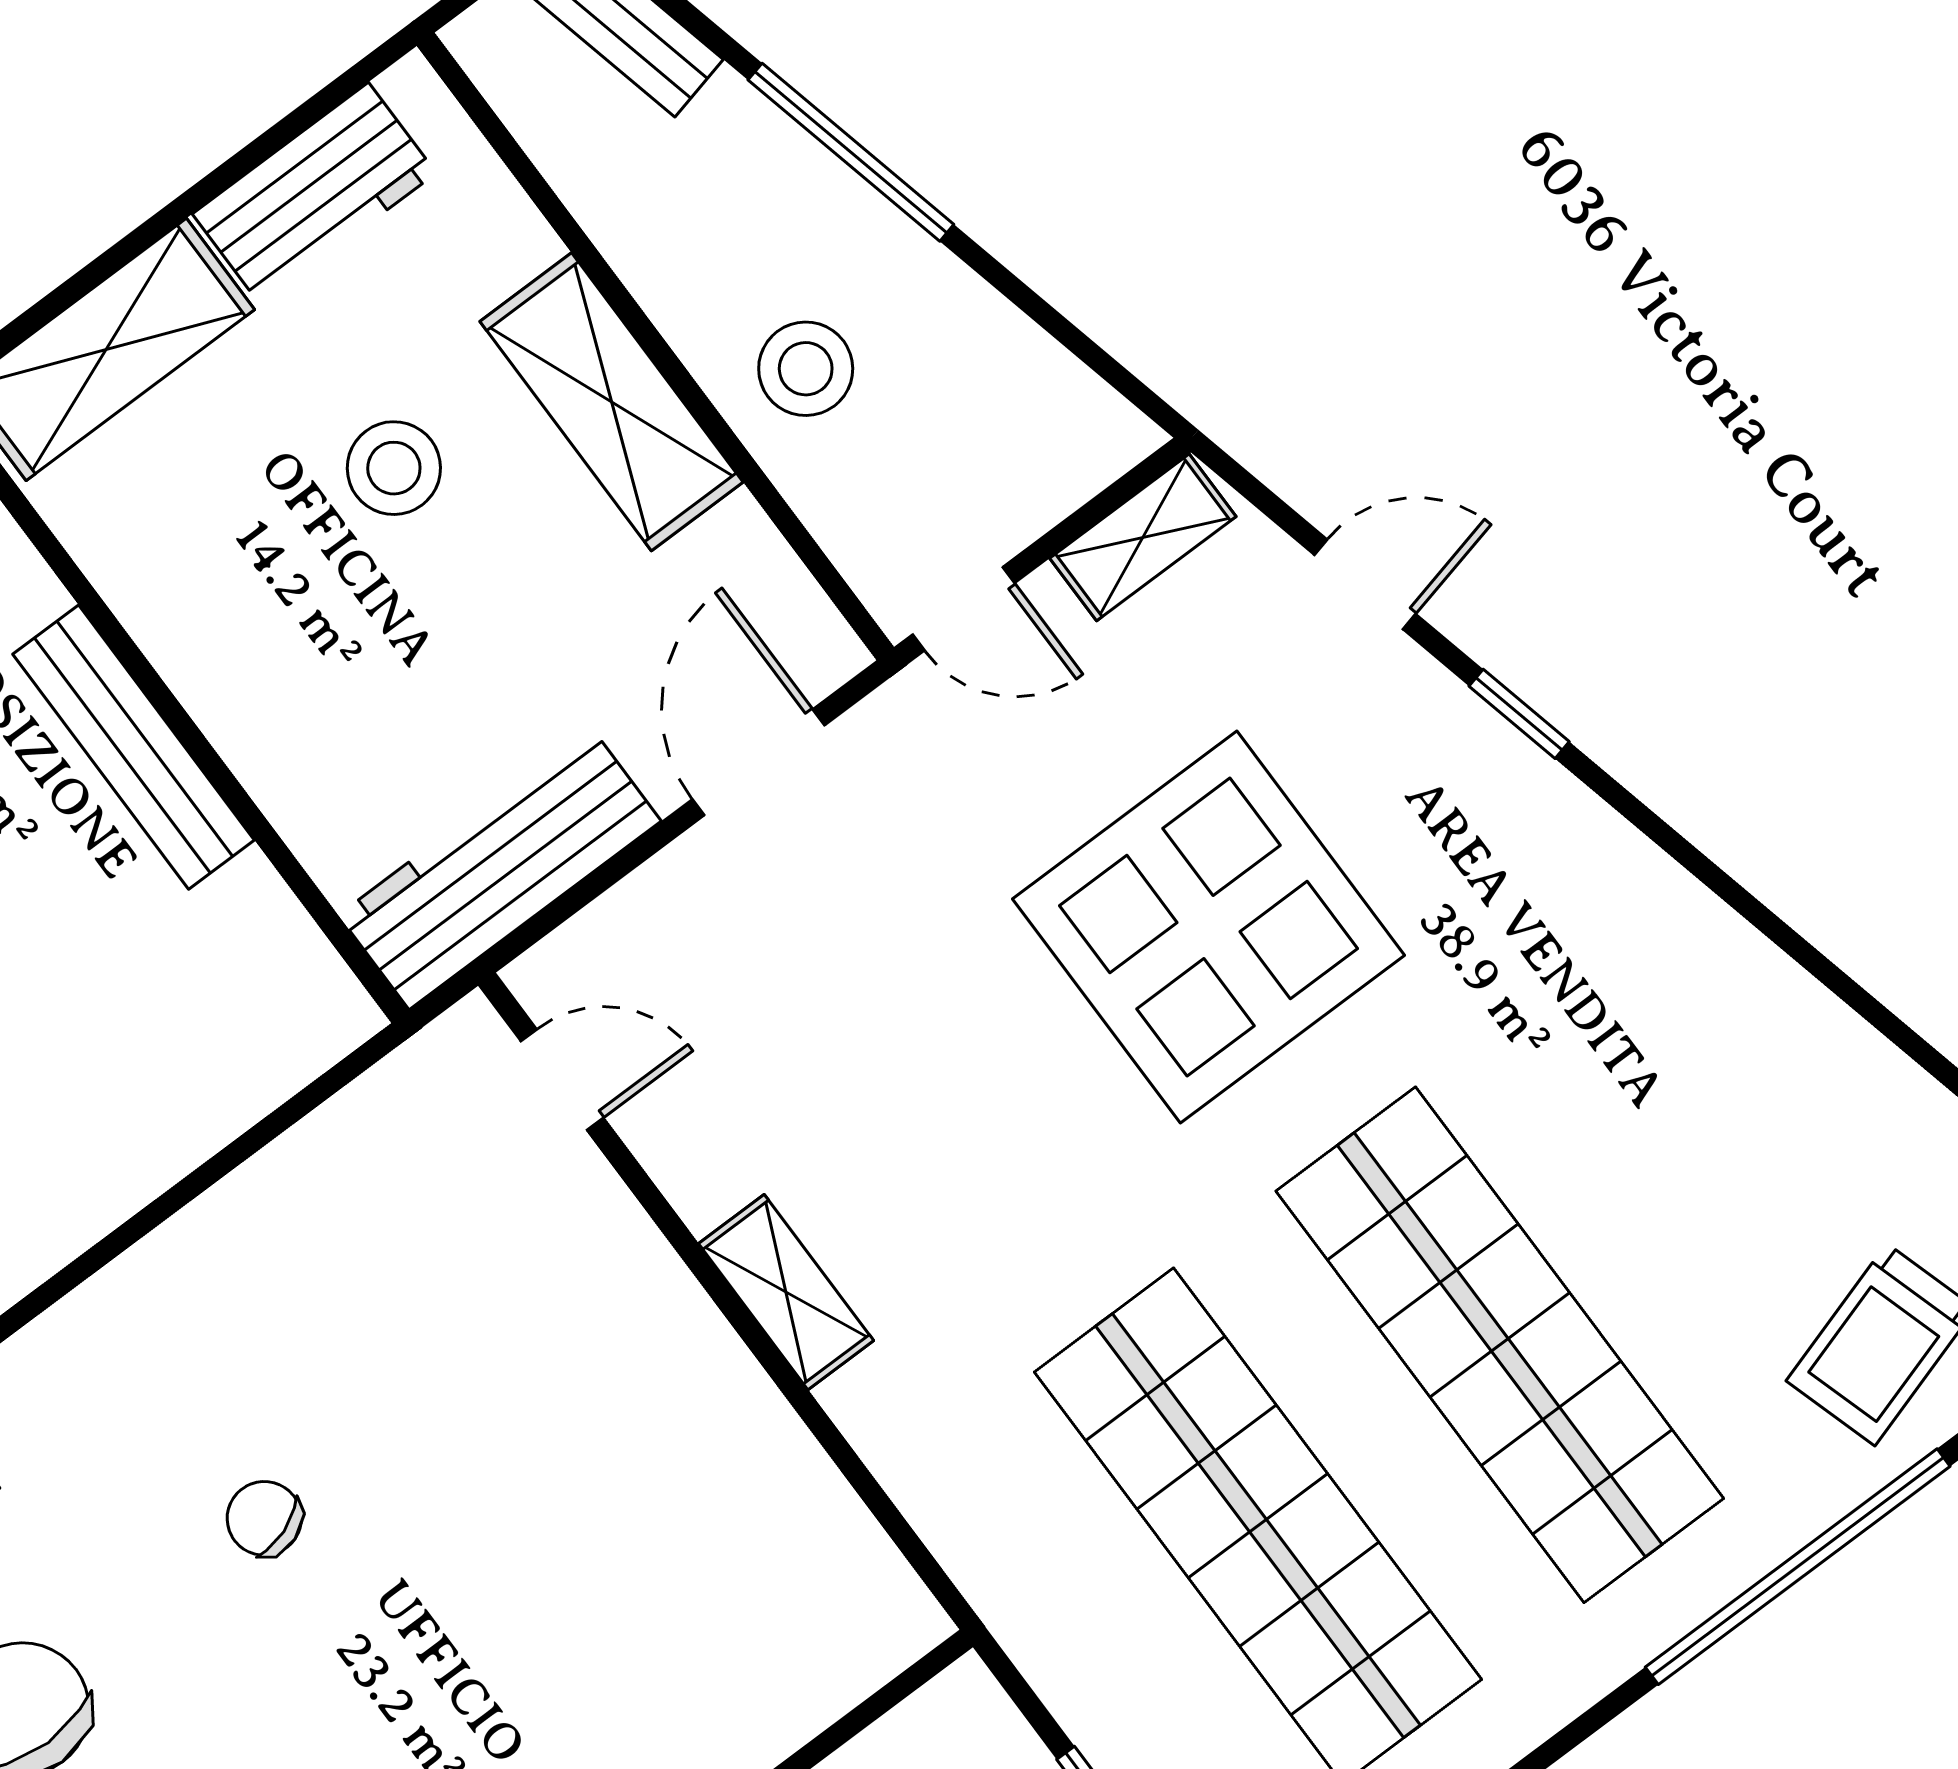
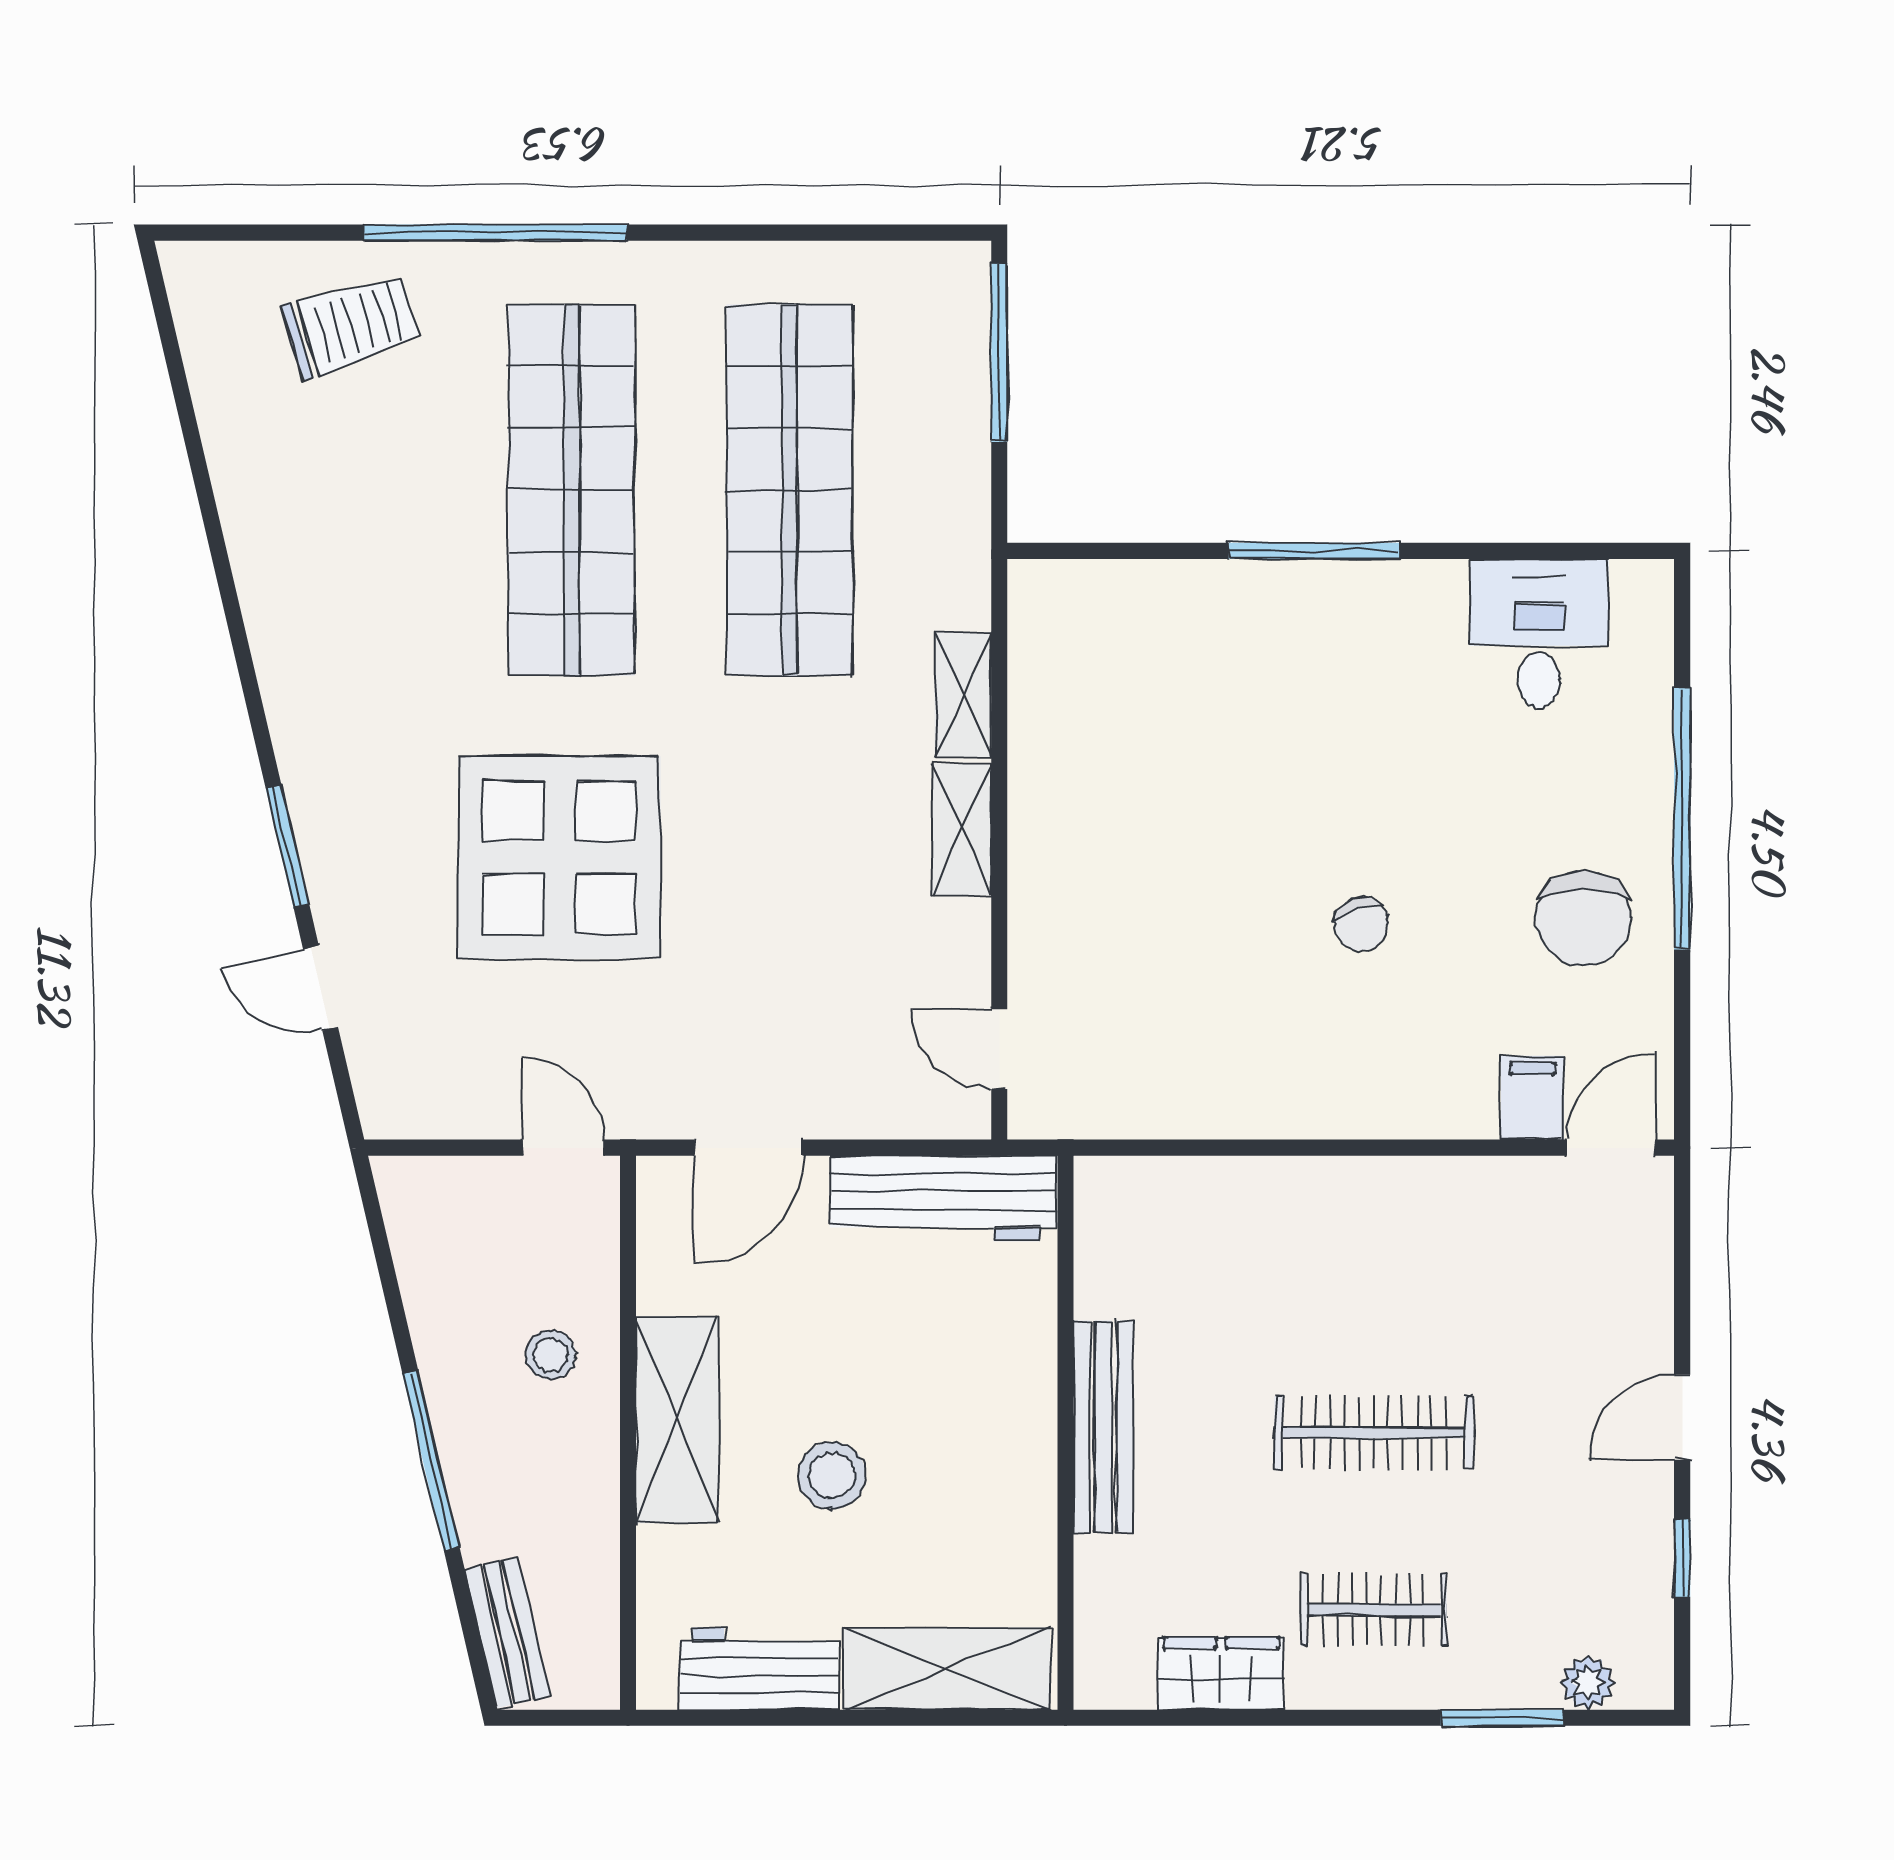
stool: (806, 369) -> (551, 1355), width x0.73, depth x0.73
shelving: (1143, 537) -> (963, 695), moved, turned 90
window: (1519, 714) -> (287, 846), width x1.50

